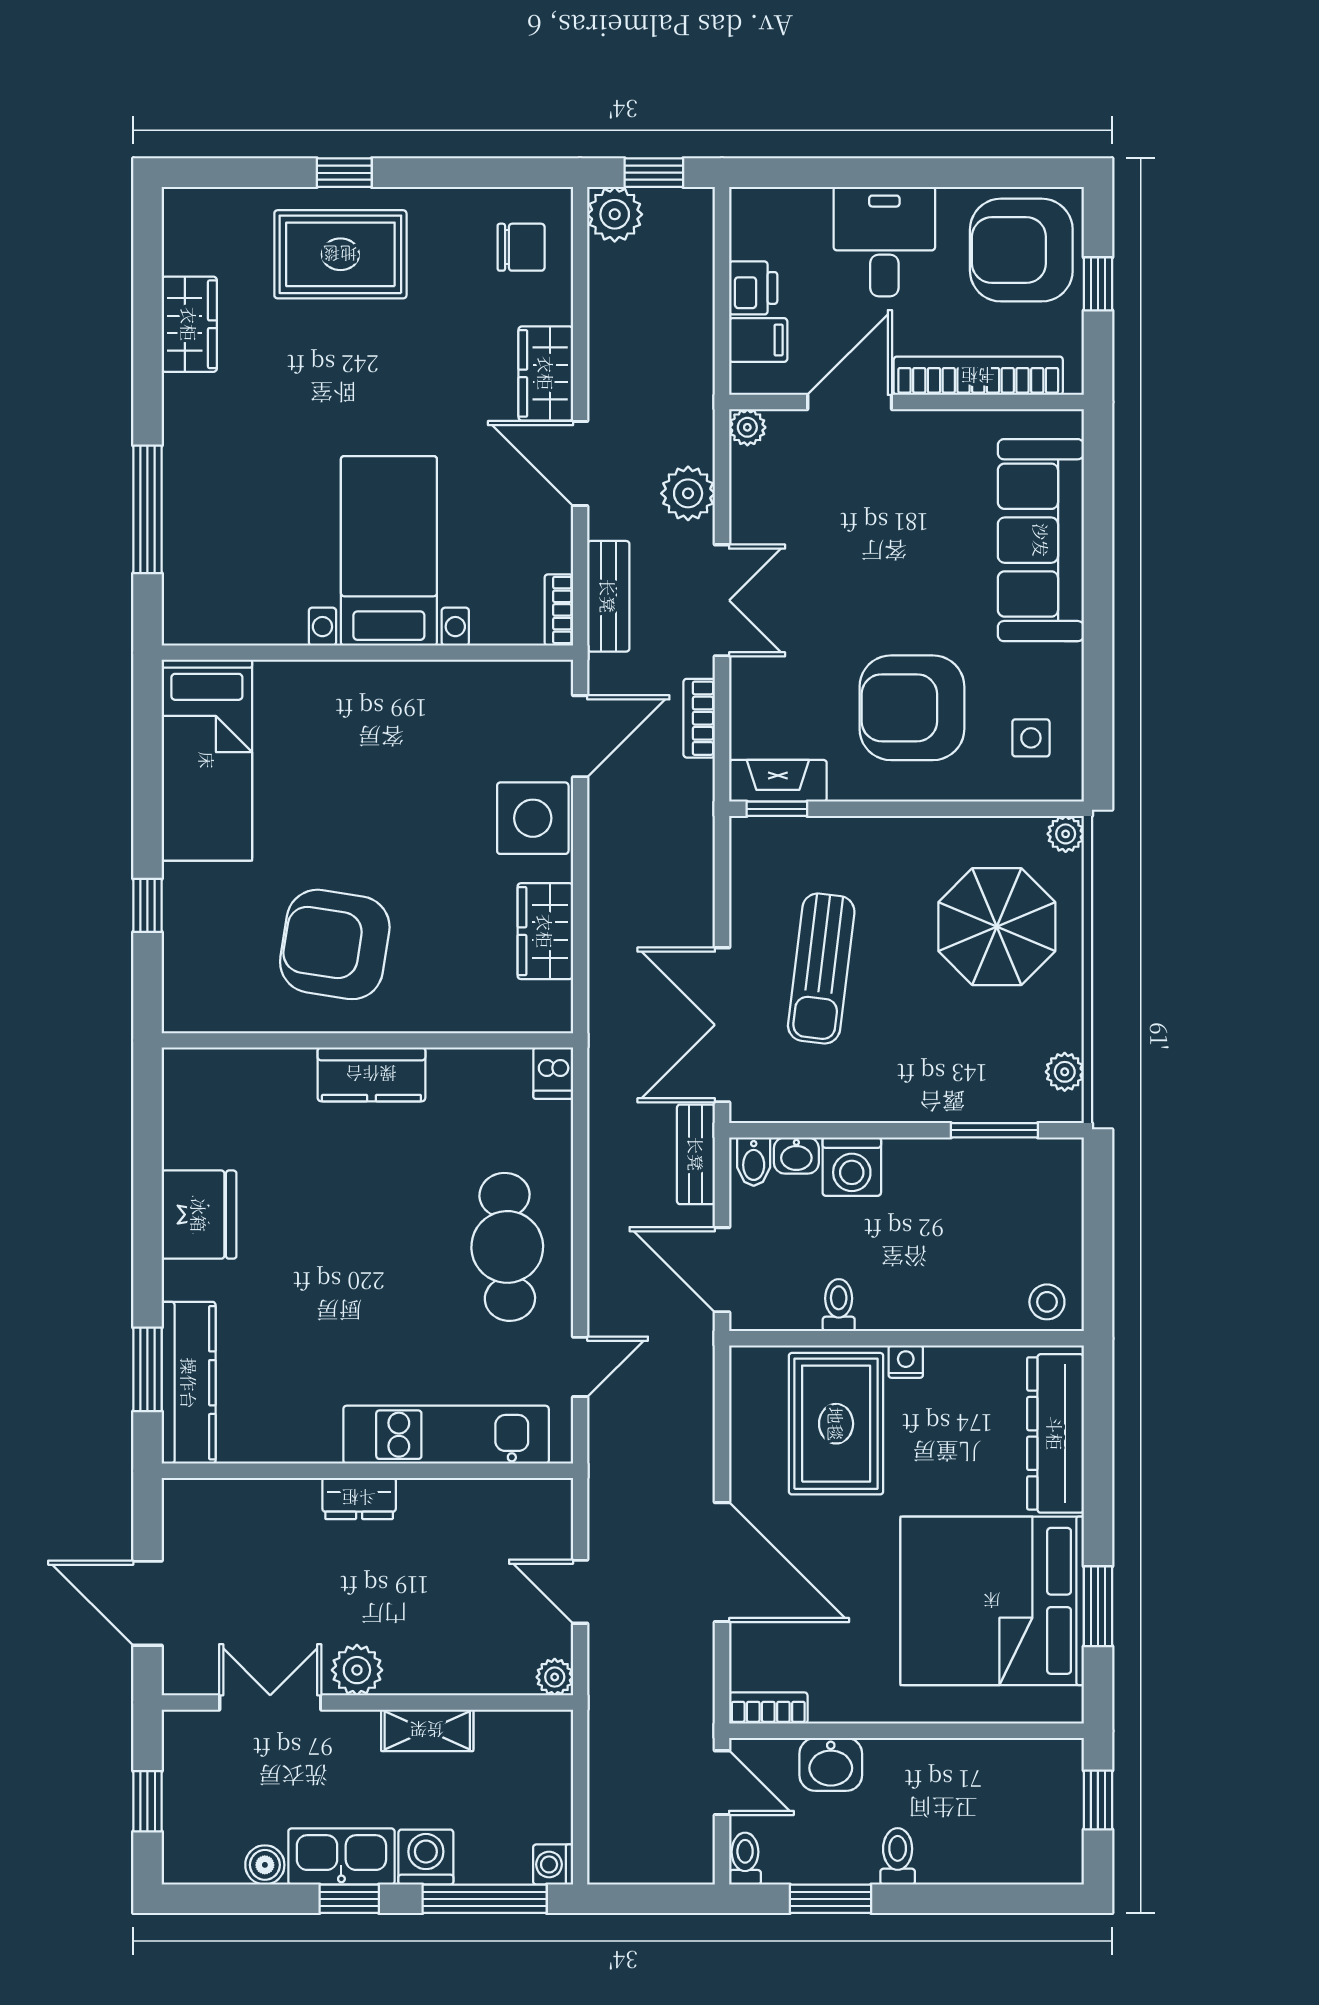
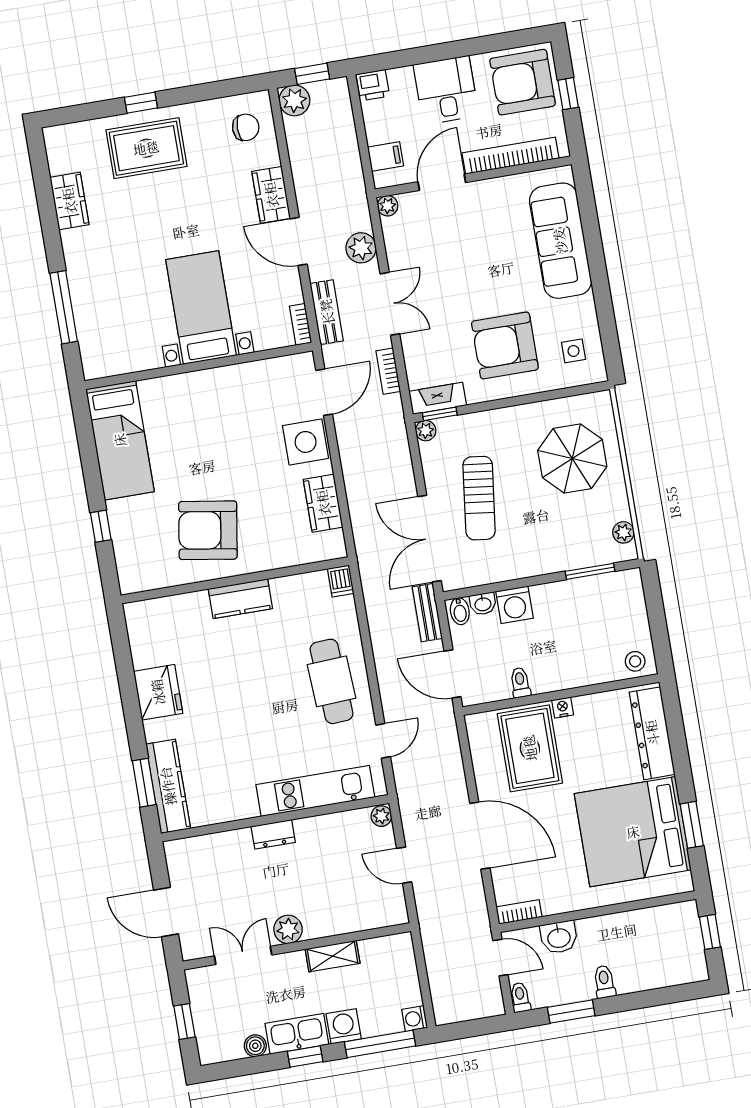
printer: (753, 288) -> (373, 85), moved, turned 90
plant: (1066, 834) -> (426, 431), moved
plant: (555, 1677) -> (381, 816), moved

